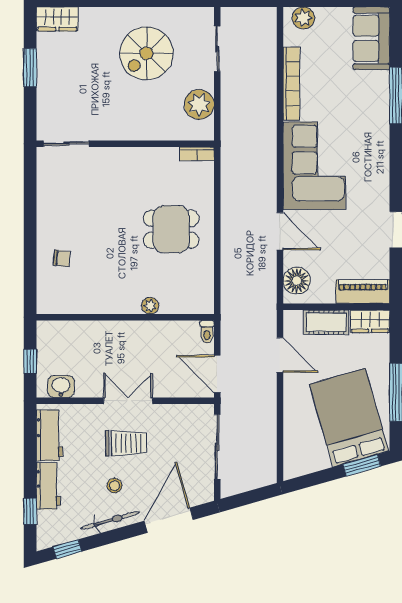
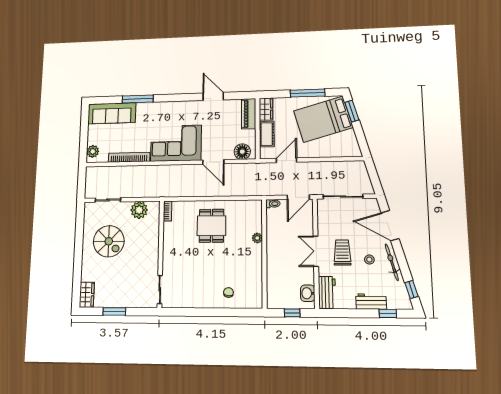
sofa: (371, 38) -> (112, 113), width x1.36
door: (280, 231) -> (213, 162), swing flipped
workbench: (50, 435) -> (327, 292), moved, turned 90

